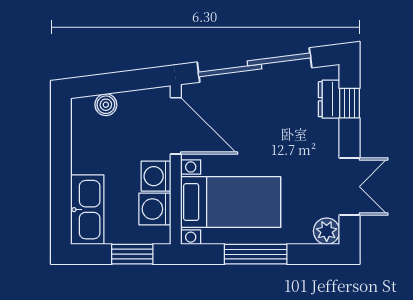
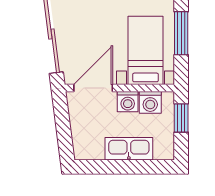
boiler: (106, 105) -> (79, 136), removed
kitchen sink: (87, 210) -> (129, 149), moved

